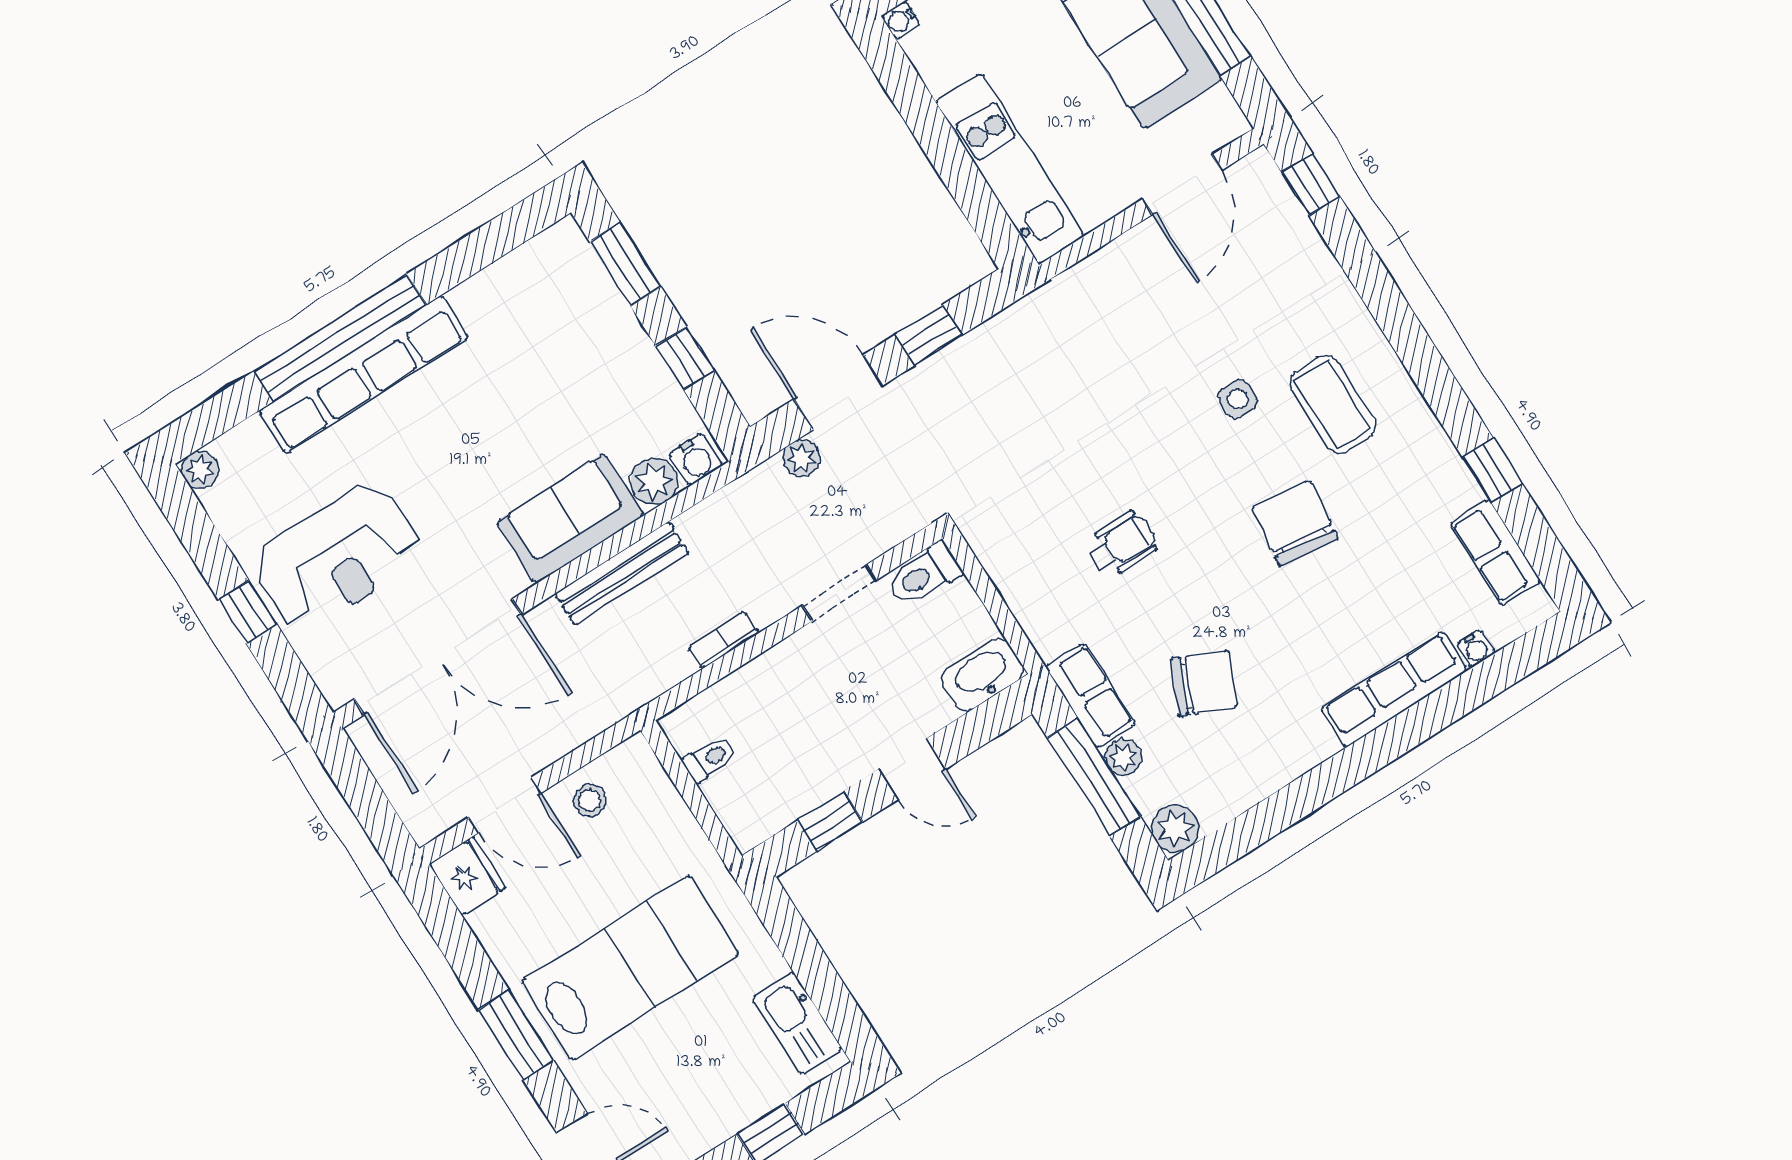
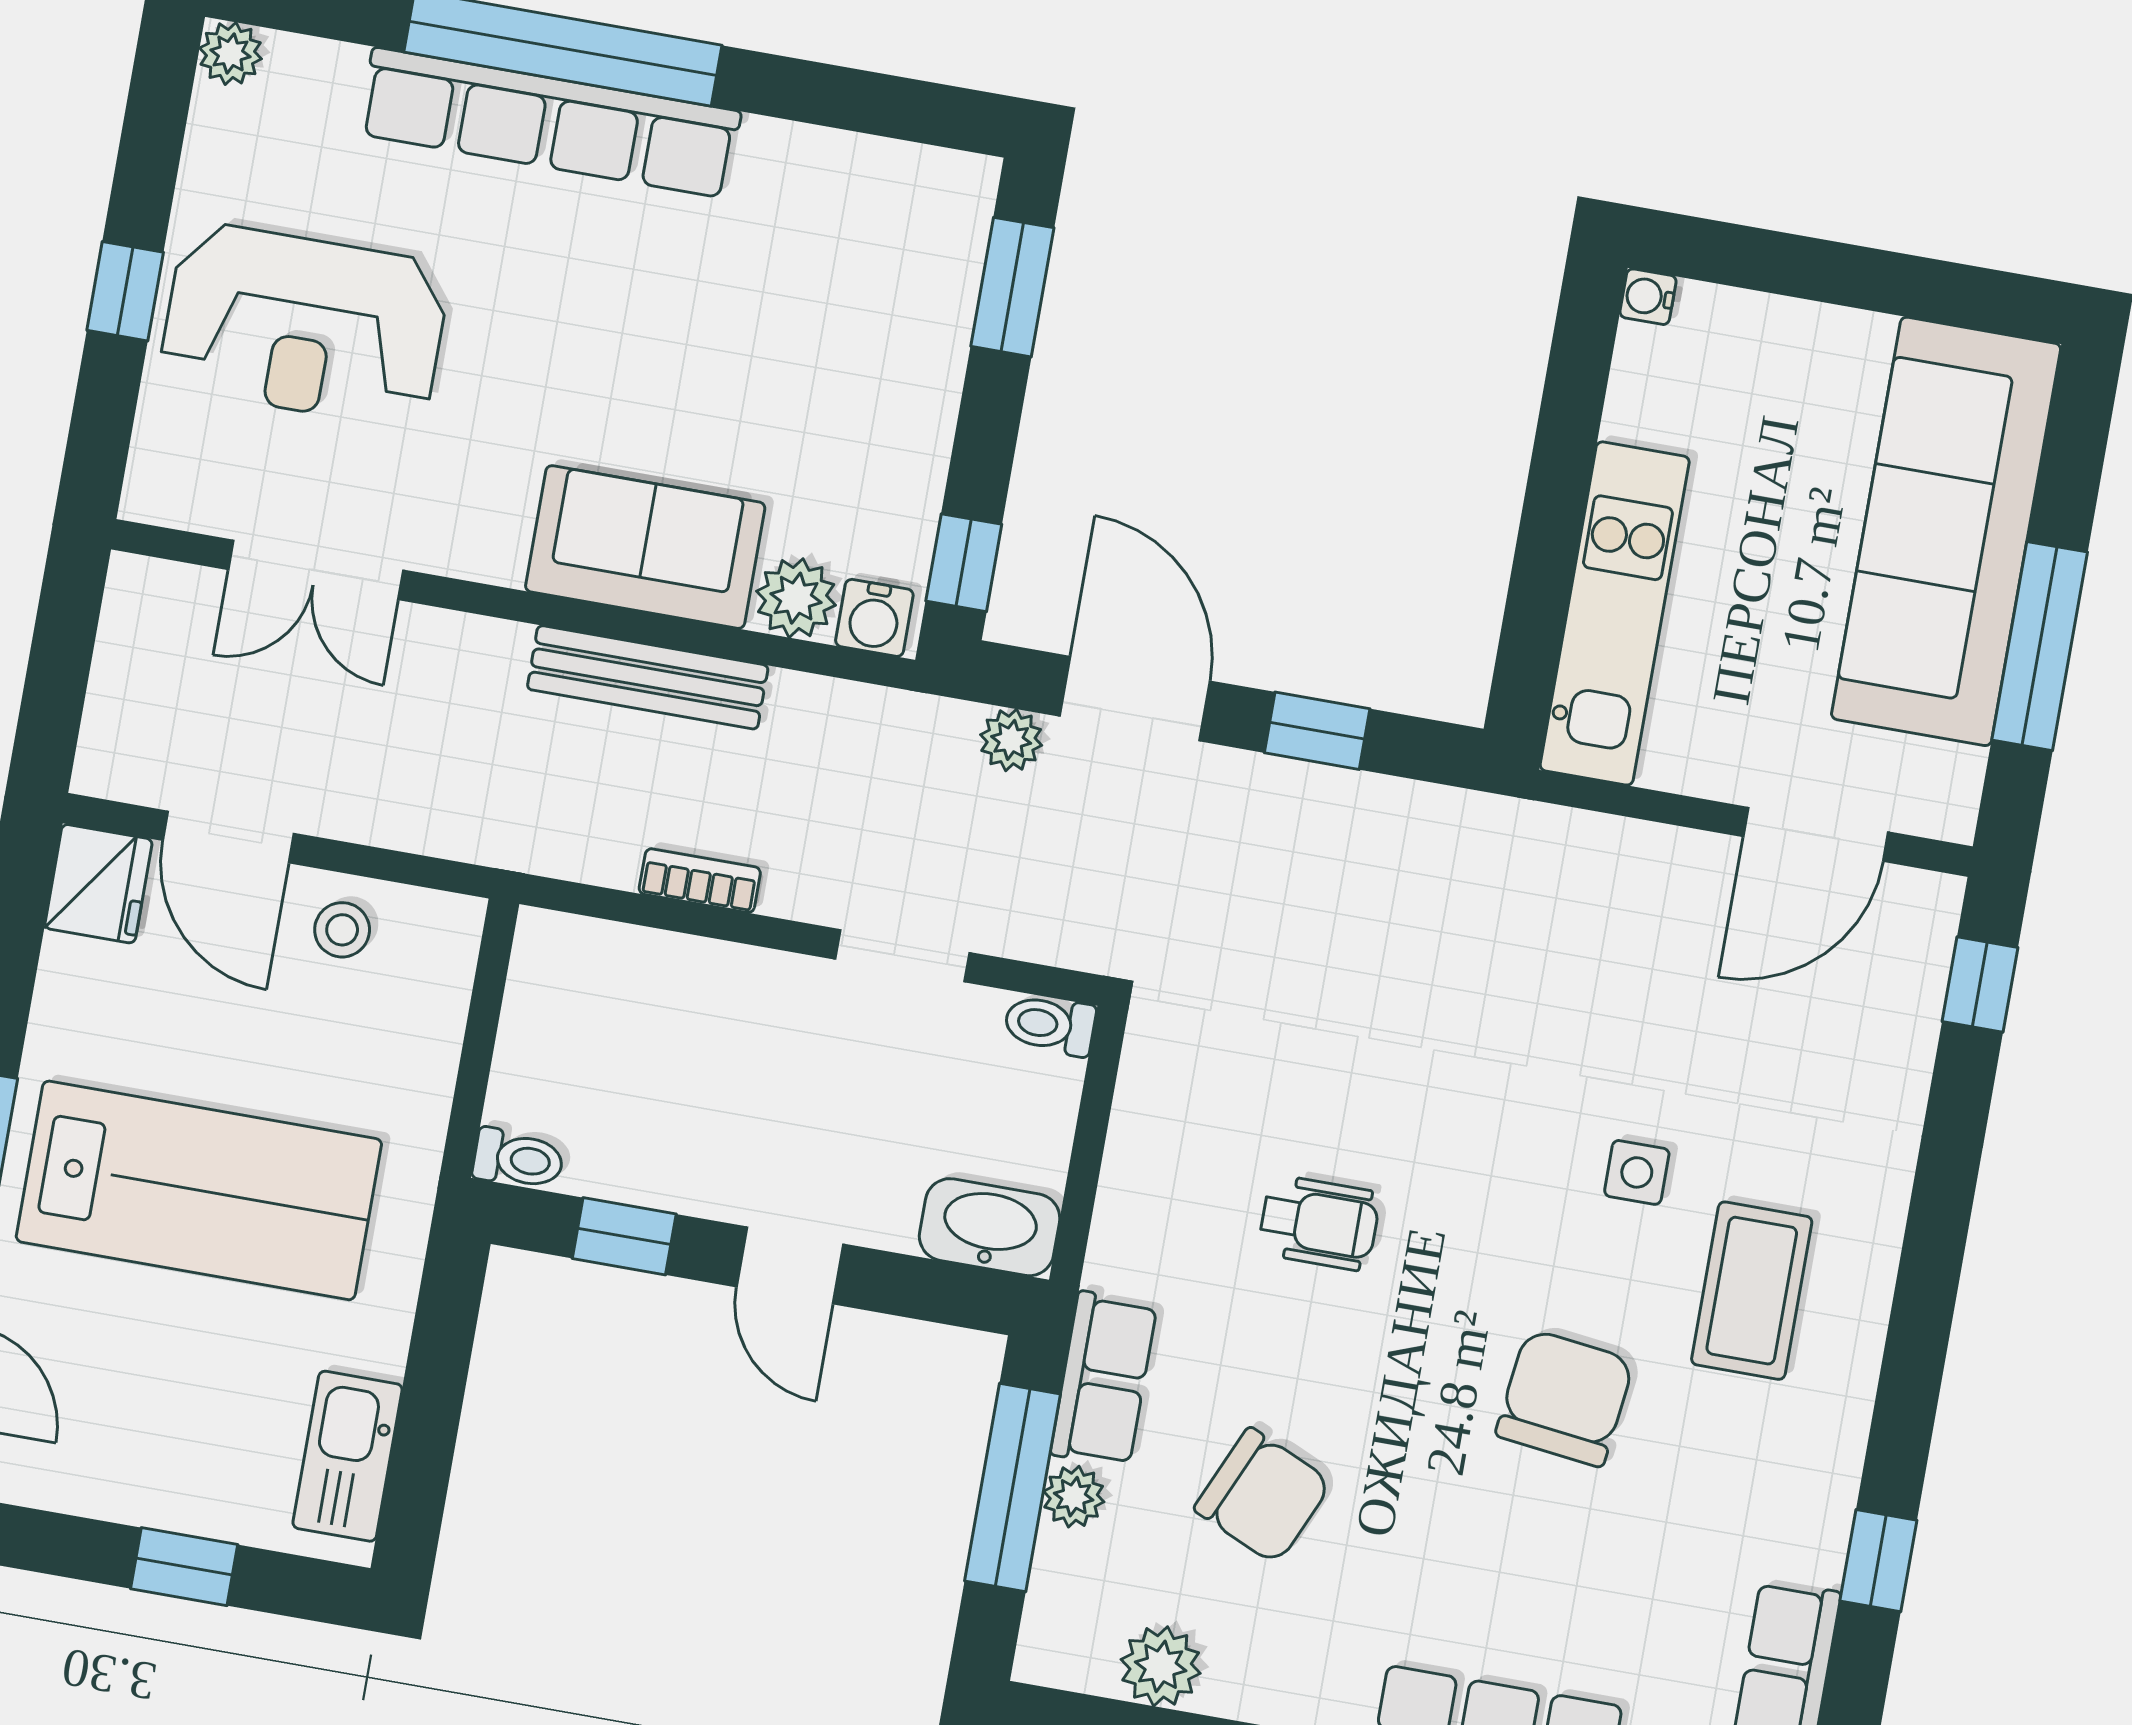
window: (685, 358) -> (964, 563), moved
toilet: (924, 575) -> (1050, 1025), width x0.73, depth x0.72
double door: (438, 657) -> (316, 570), width x0.54
toilet: (710, 759) -> (518, 1159), moved
plant: (1175, 829) -> (1161, 1666), moved

